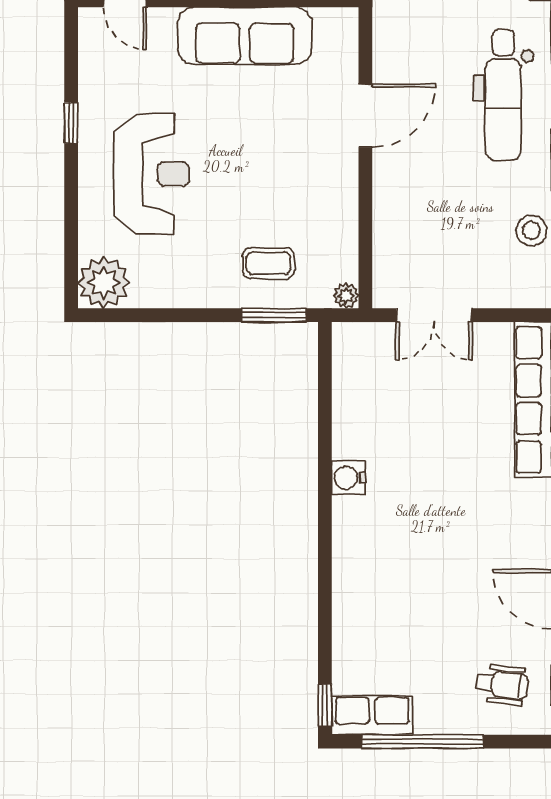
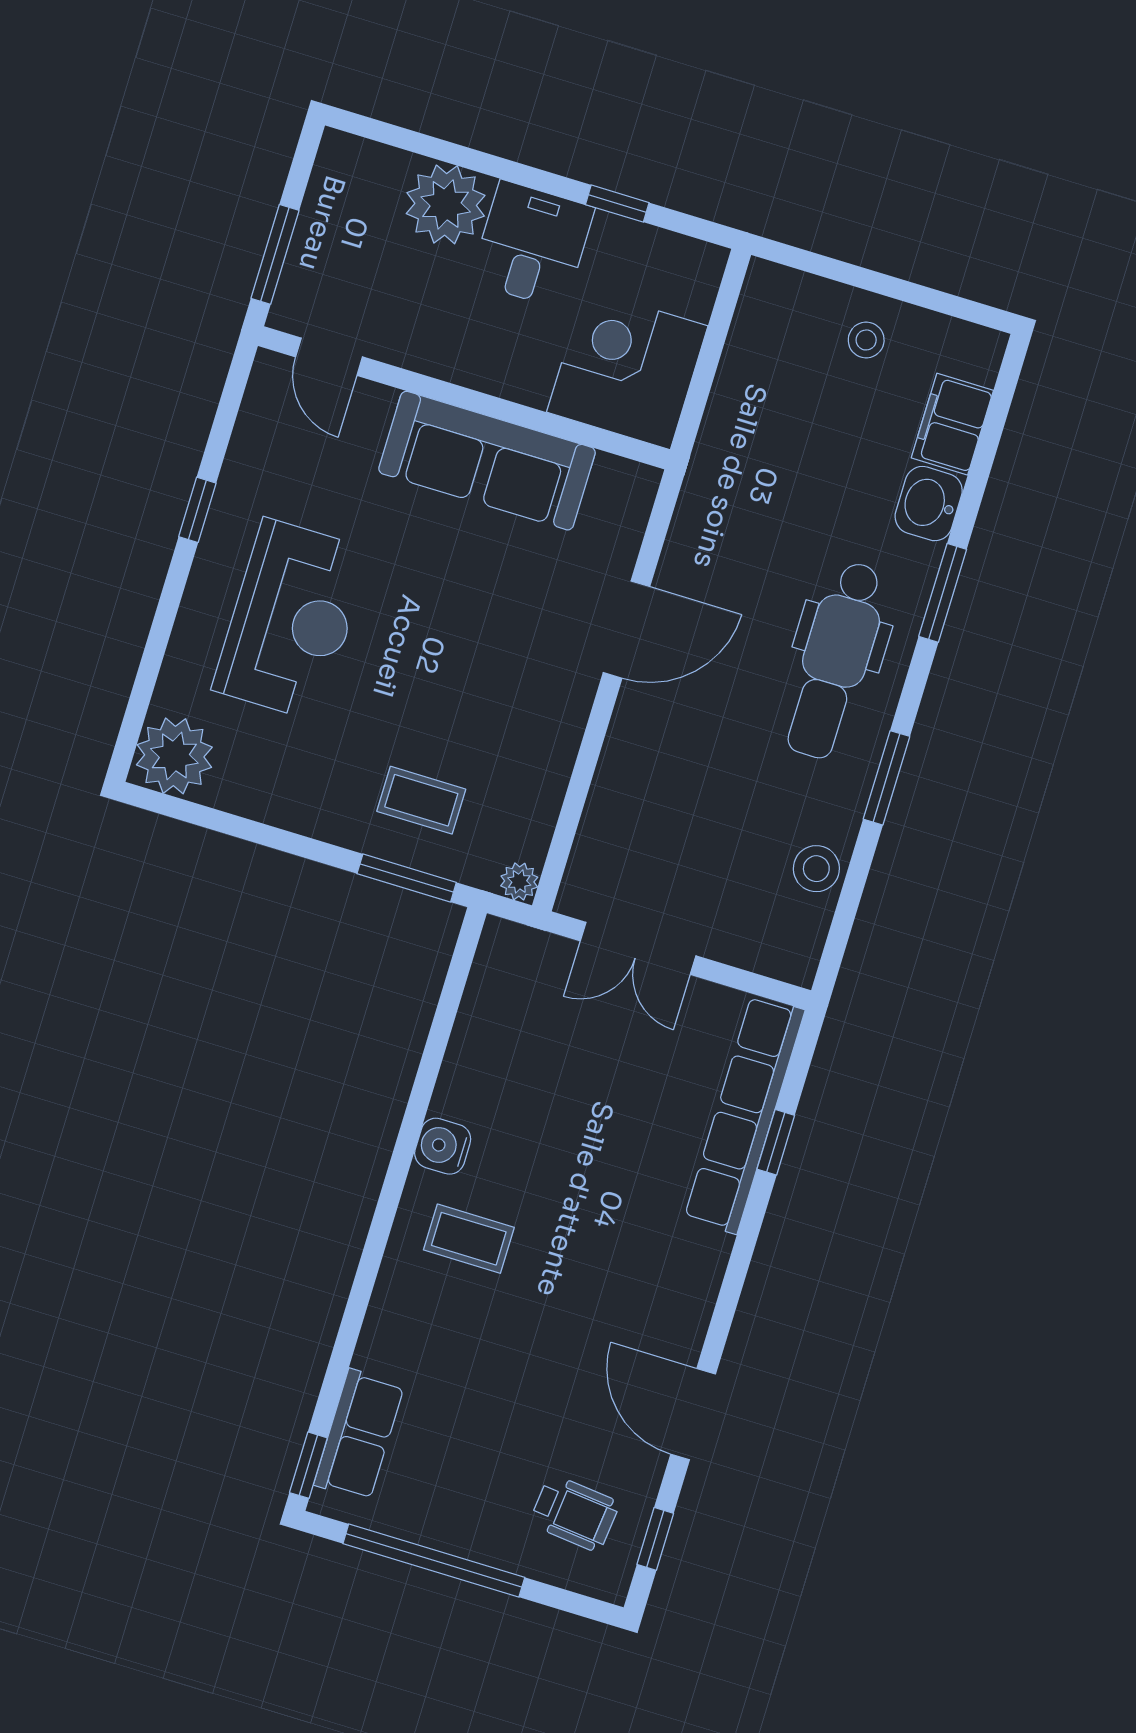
coffee table: (383, 531) -> (469, 1239), added
row of seats: (372, 715) -> (359, 1435), moved, turned 90

